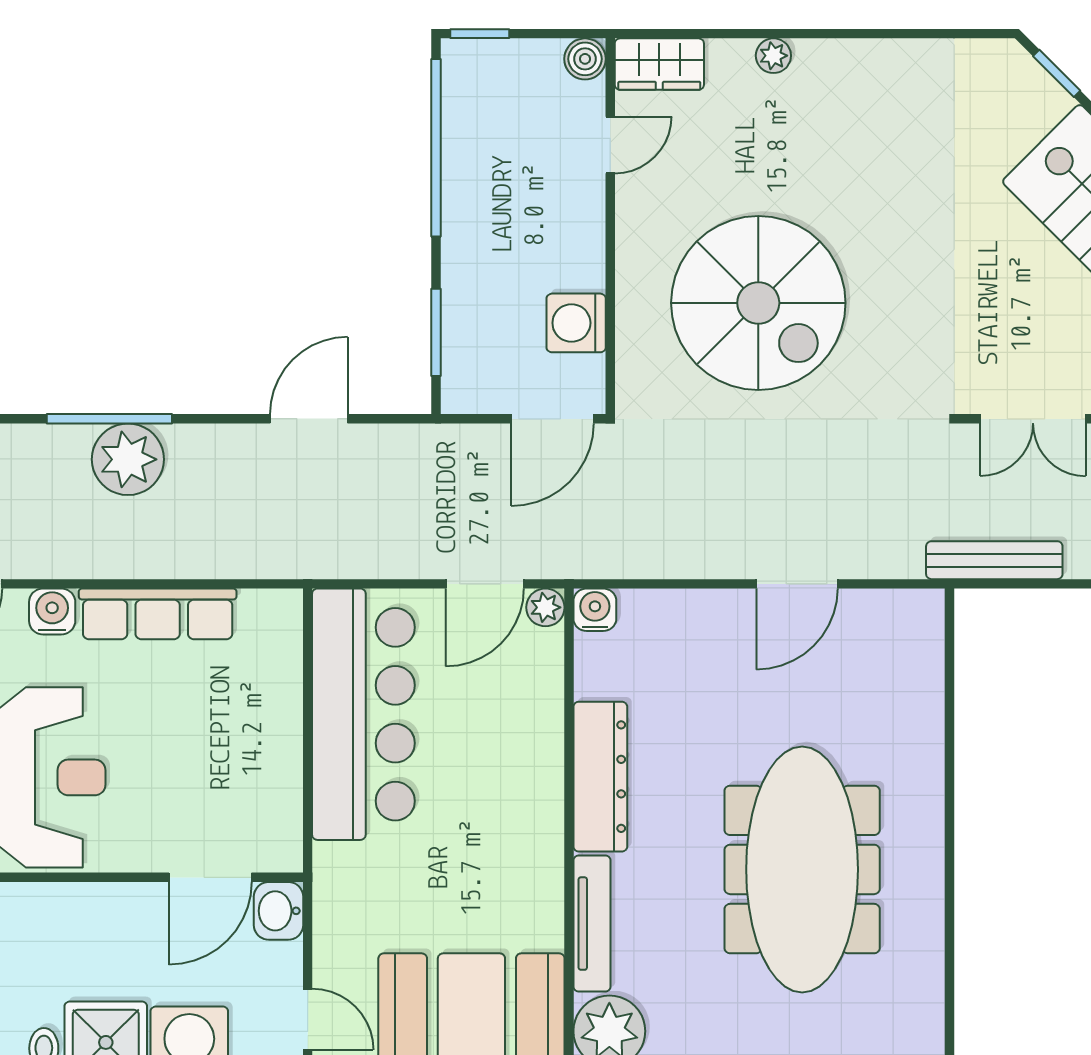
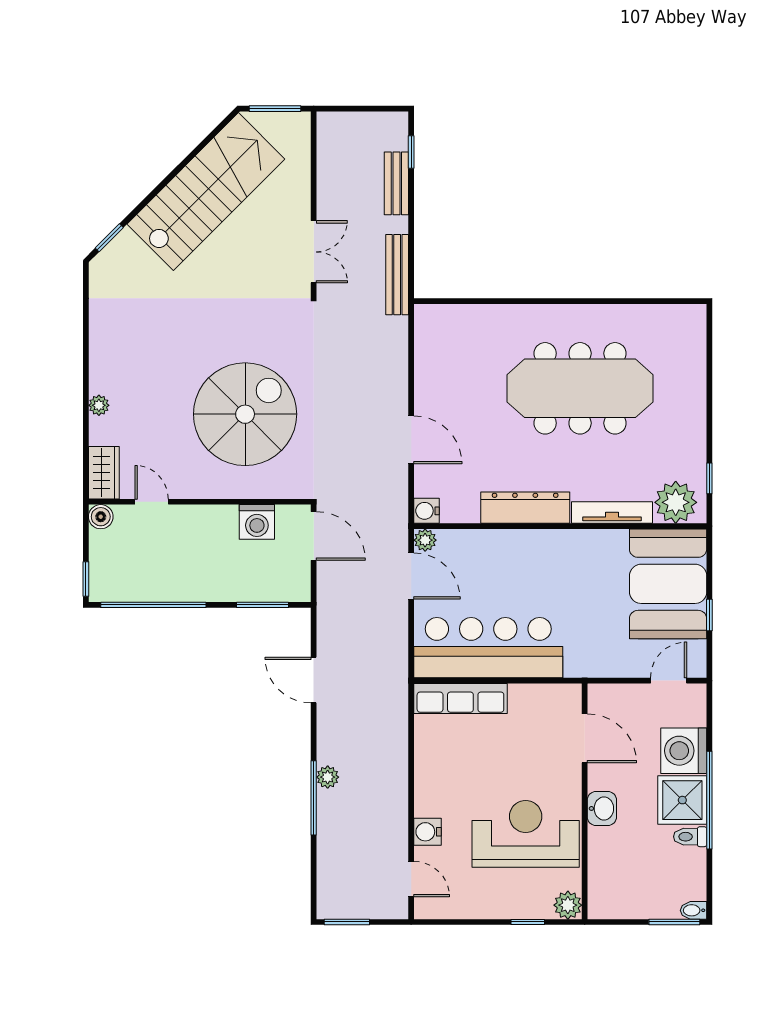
plant: (128, 459) -> (328, 777), width x0.53, depth x0.53
door: (797, 584) -> (411, 440), moved
row of seats: (158, 614) -> (460, 698), moved, turned 90
washbasin: (279, 911) -> (602, 808), moved, turned -90

